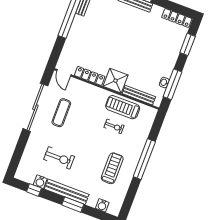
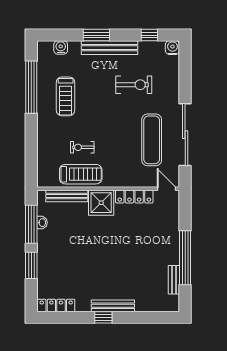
window: (188, 44) -> (31, 265), moved
exercise mat: (61, 113) -> (152, 140), width x1.36, depth x1.45
exercise bike: (59, 158) -> (134, 85), turned 180
window: (144, 159) -> (31, 87), moved
water cooler: (40, 182) -> (172, 48), moved

